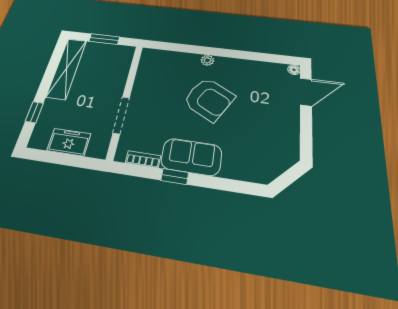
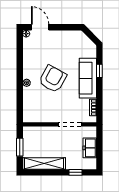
sofa: (191, 157) -> (88, 78), width x1.36
window: (175, 176) -> (99, 71), moved

